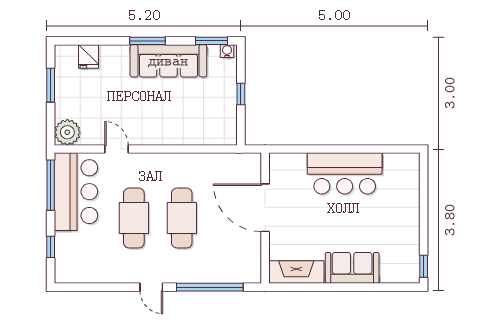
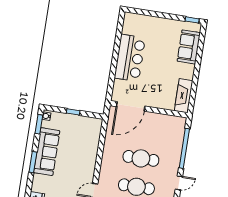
door: (265, 208) -> (131, 106), moved
sofa: (352, 268) -> (189, 47), moved

